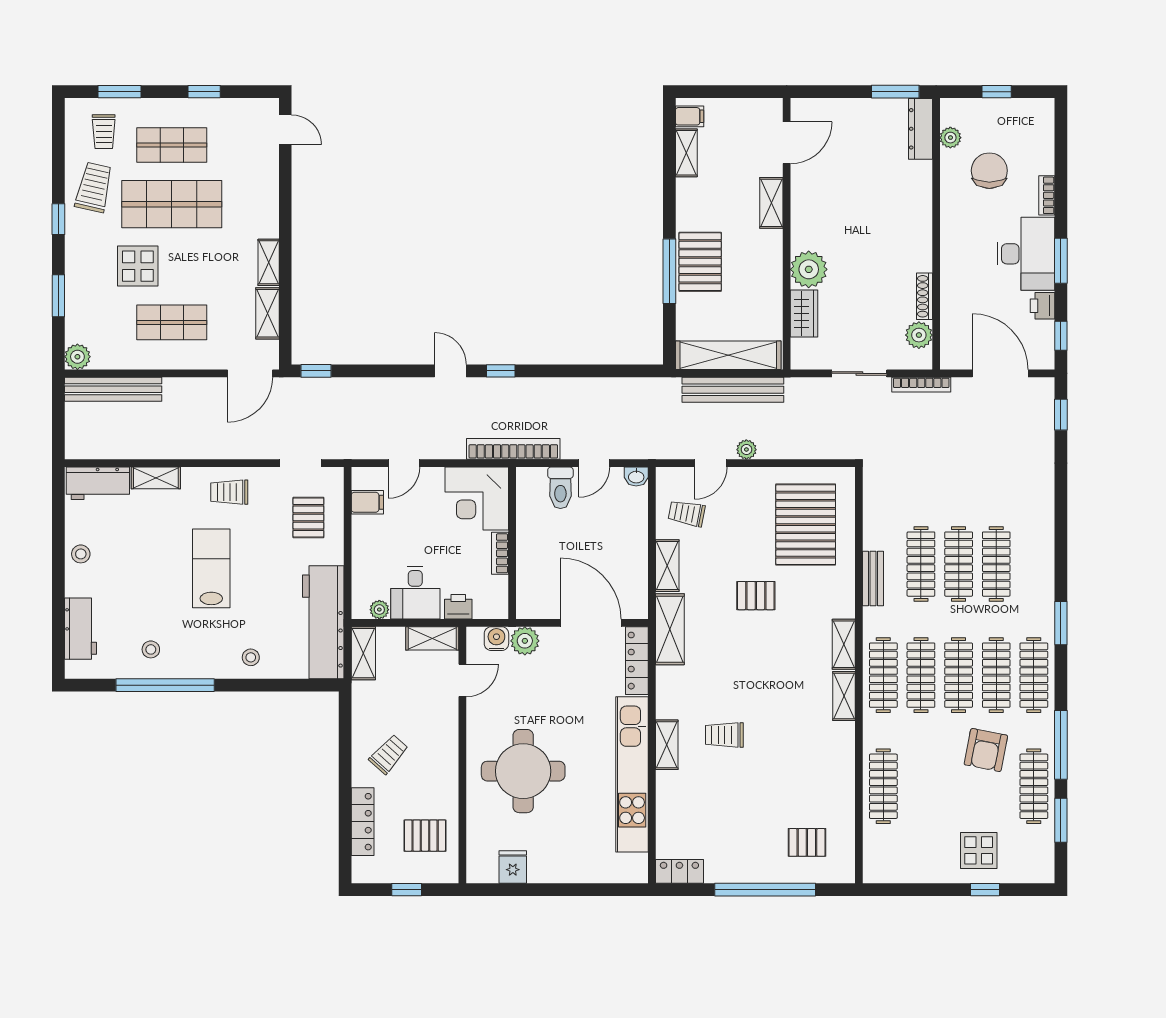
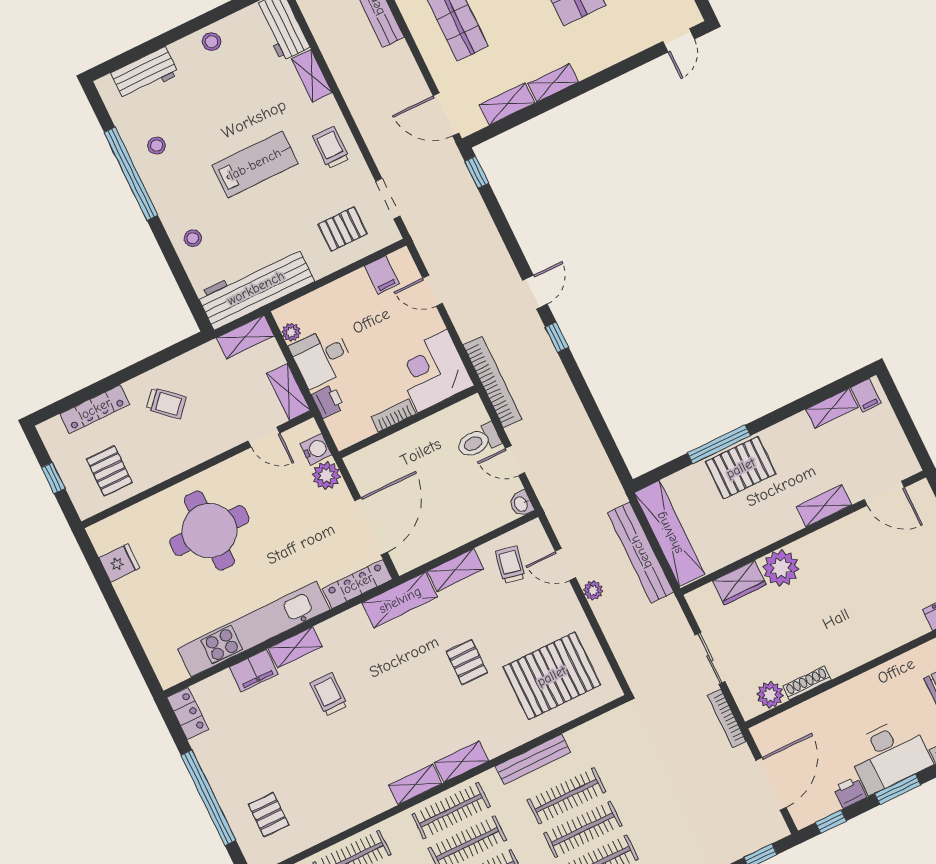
bench: (873, 578) -> (533, 759), width x1.36
filing cabinet: (670, 793) -> (254, 670), added

